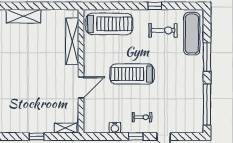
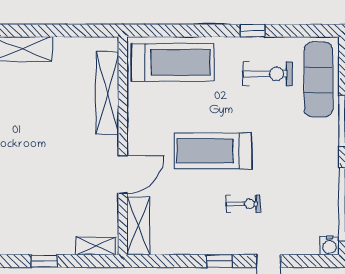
shelving: (90, 117) -> (138, 226), added
exercise bike: (142, 117) -> (243, 204), moved
water cooler: (115, 128) -> (329, 245), moved

